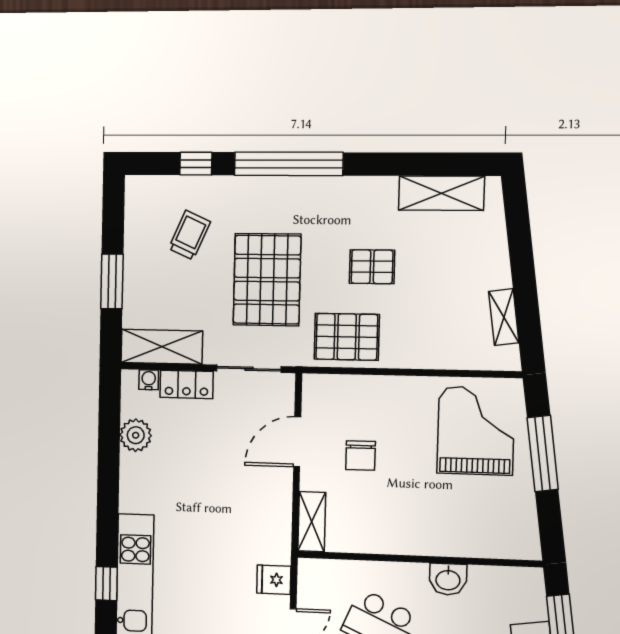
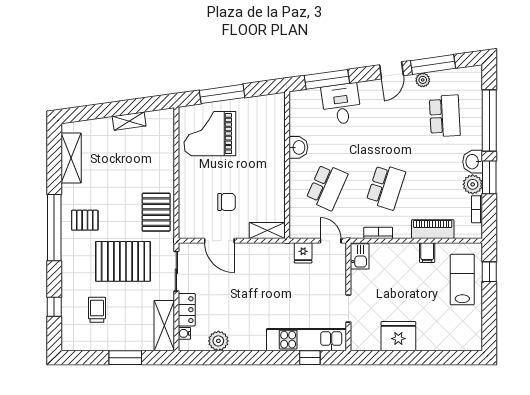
window: (289, 164) -> (54, 228), moved
trolley: (190, 235) -> (97, 310), turned 66
pallet: (372, 267) -> (85, 220), moved, turned 90
shelving: (504, 317) -> (129, 121), moved

